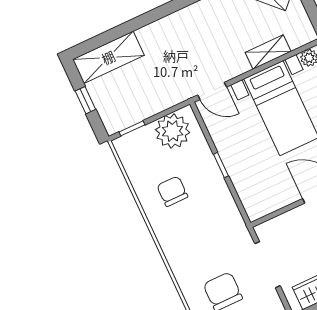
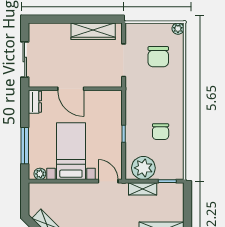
shelving: (268, 52) -> (143, 189), moved
window: (85, 100) -> (187, 211), removed

